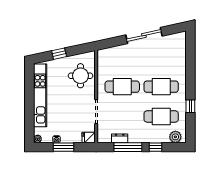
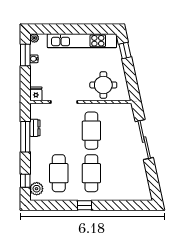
sliding door: (144, 35) -> (144, 140), moved
window: (59, 54) -> (125, 50), moved
window: (190, 106) -> (85, 205), moved
window: (64, 147) -> (25, 55), moved
window: (156, 147) -> (25, 181), moved

